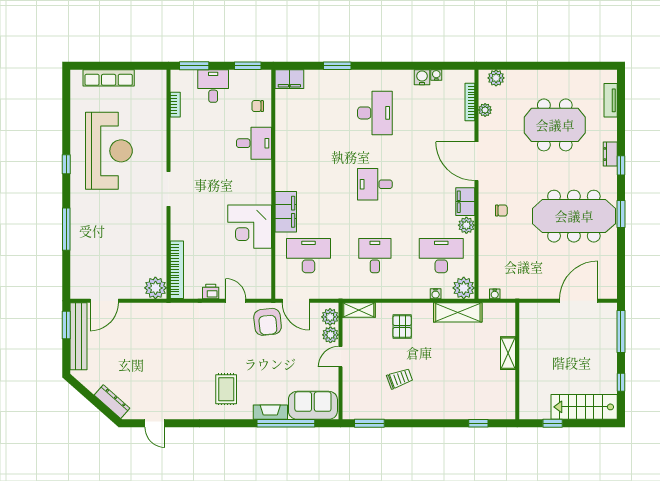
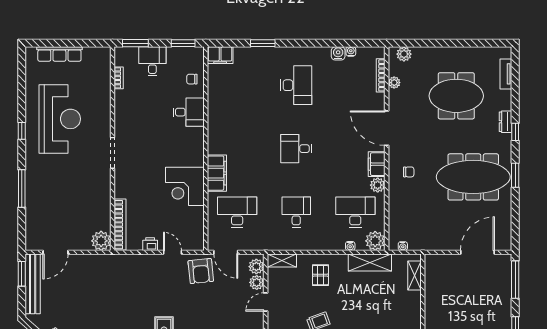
shelving: (508, 353) -> (415, 275), moved

